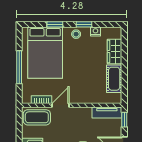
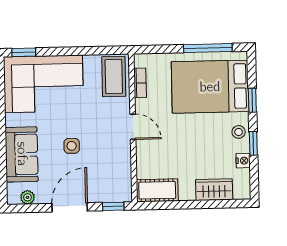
window: (19, 67) -> (208, 48), moved
cot: (114, 79) -> (157, 190), moved
door: (60, 105) -> (133, 127), moved
tv unit: (107, 112) -> (123, 180), removed

